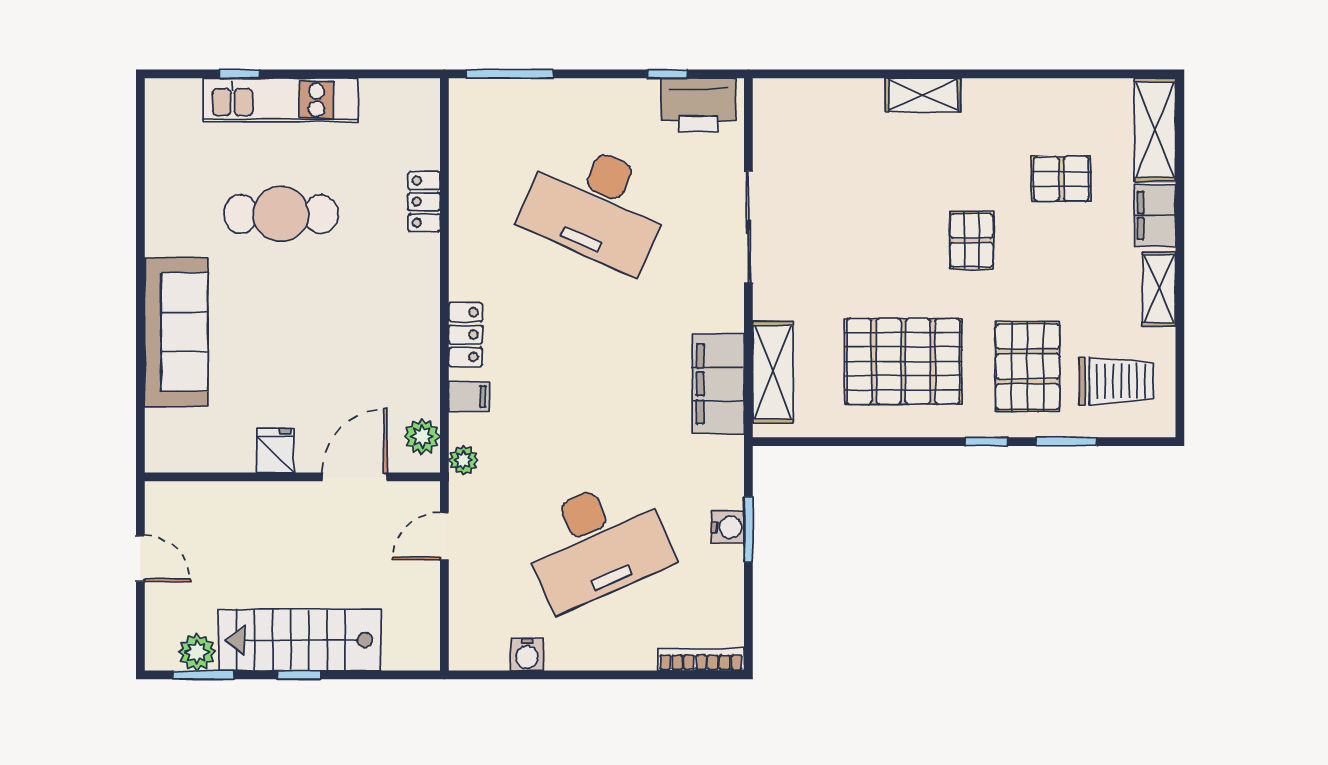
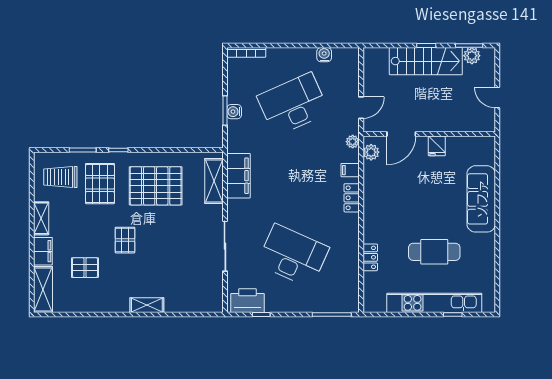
kitchen unit: (281, 100) -> (434, 303), width x1.36

